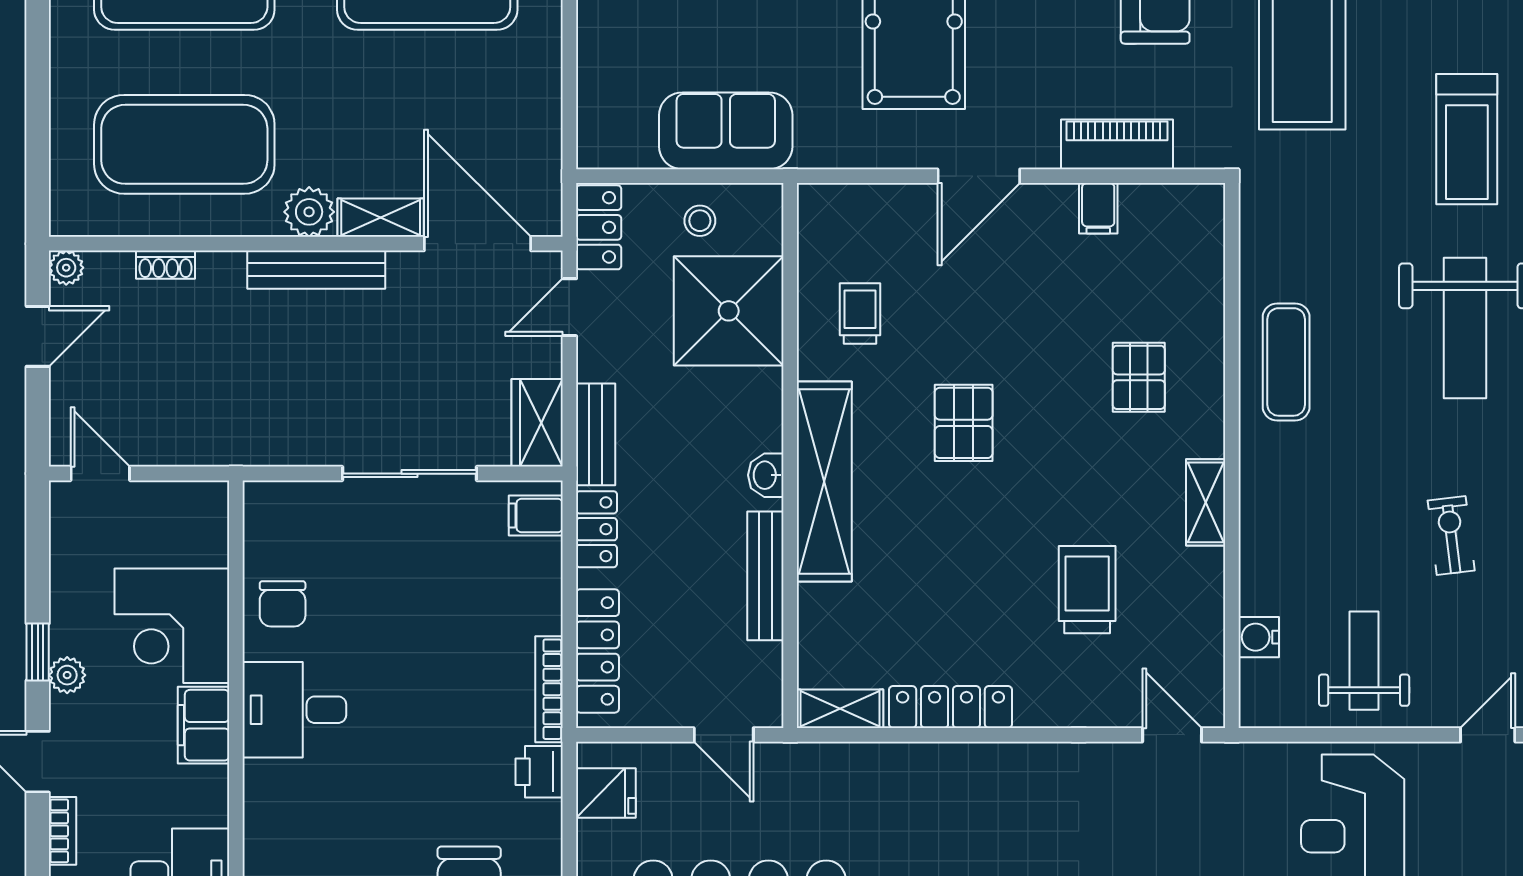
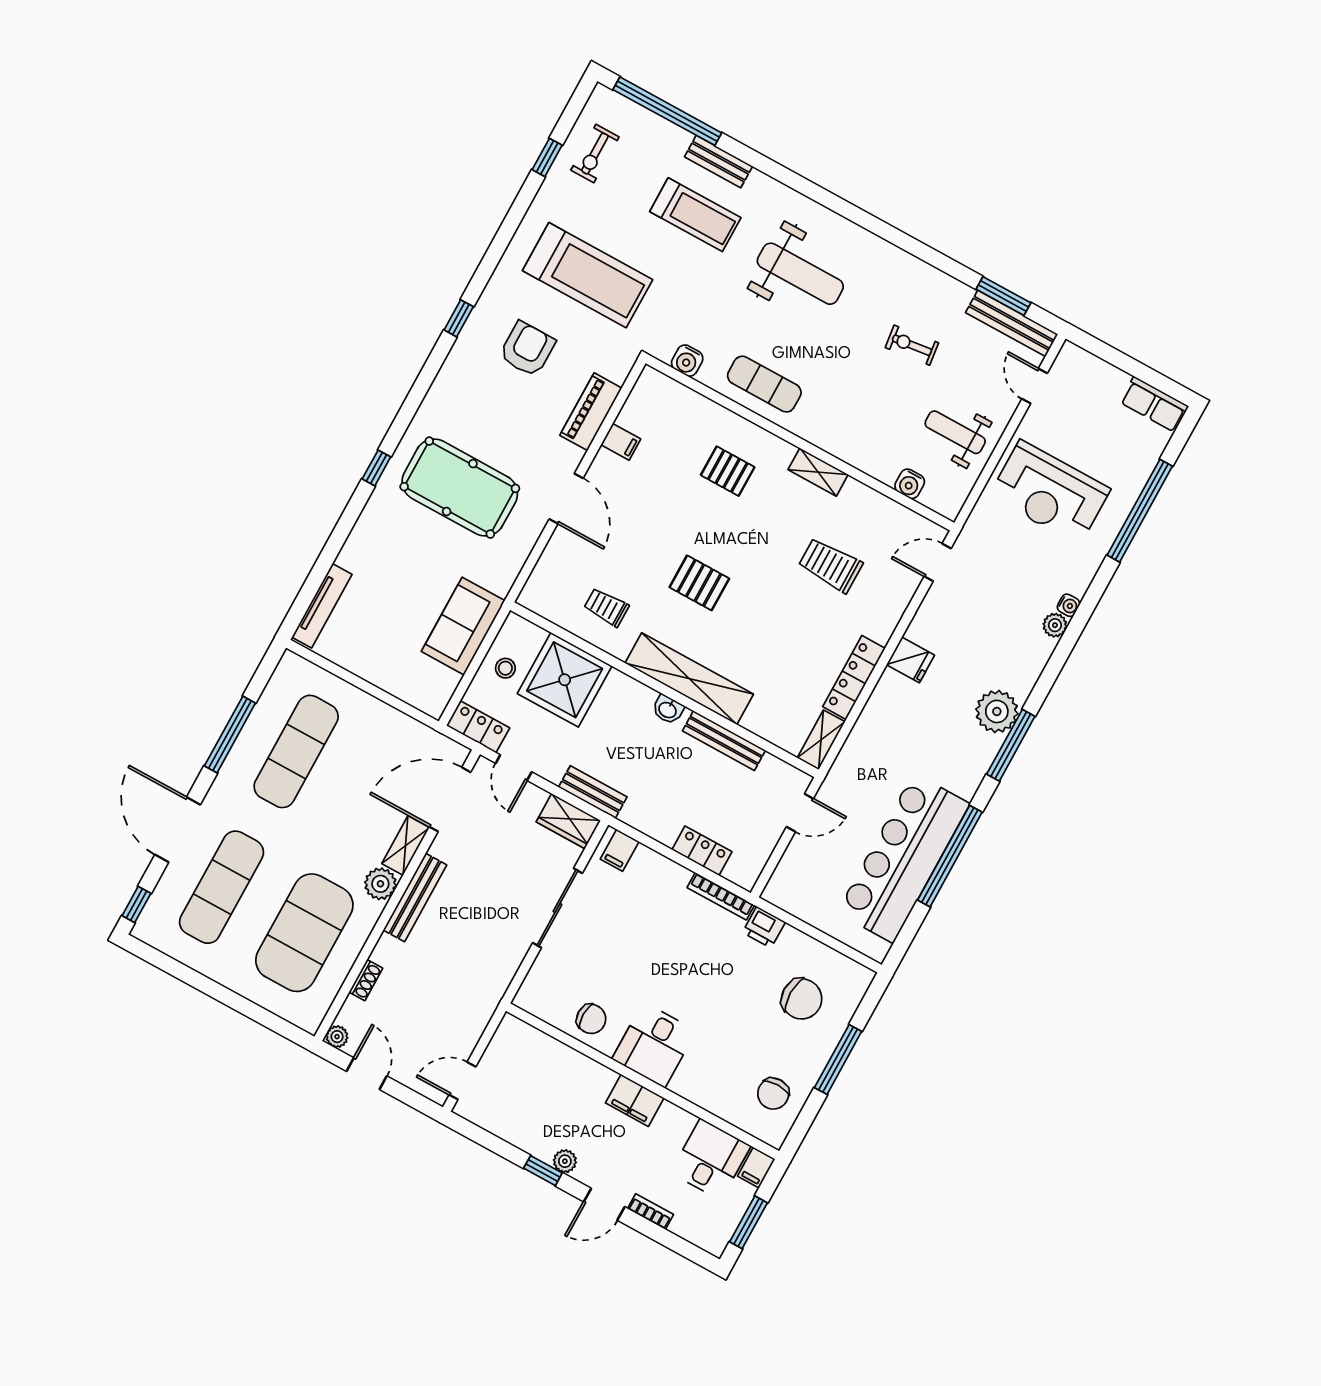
water cooler: (1260, 238) -> (687, 361), added
locker: (597, 529) -> (646, 821), removed
corner desk: (172, 626) -> (569, 1088), removed
locker: (597, 651) -> (702, 851), width x0.66
fridge: (606, 793) -> (910, 660), moved, turned 90

